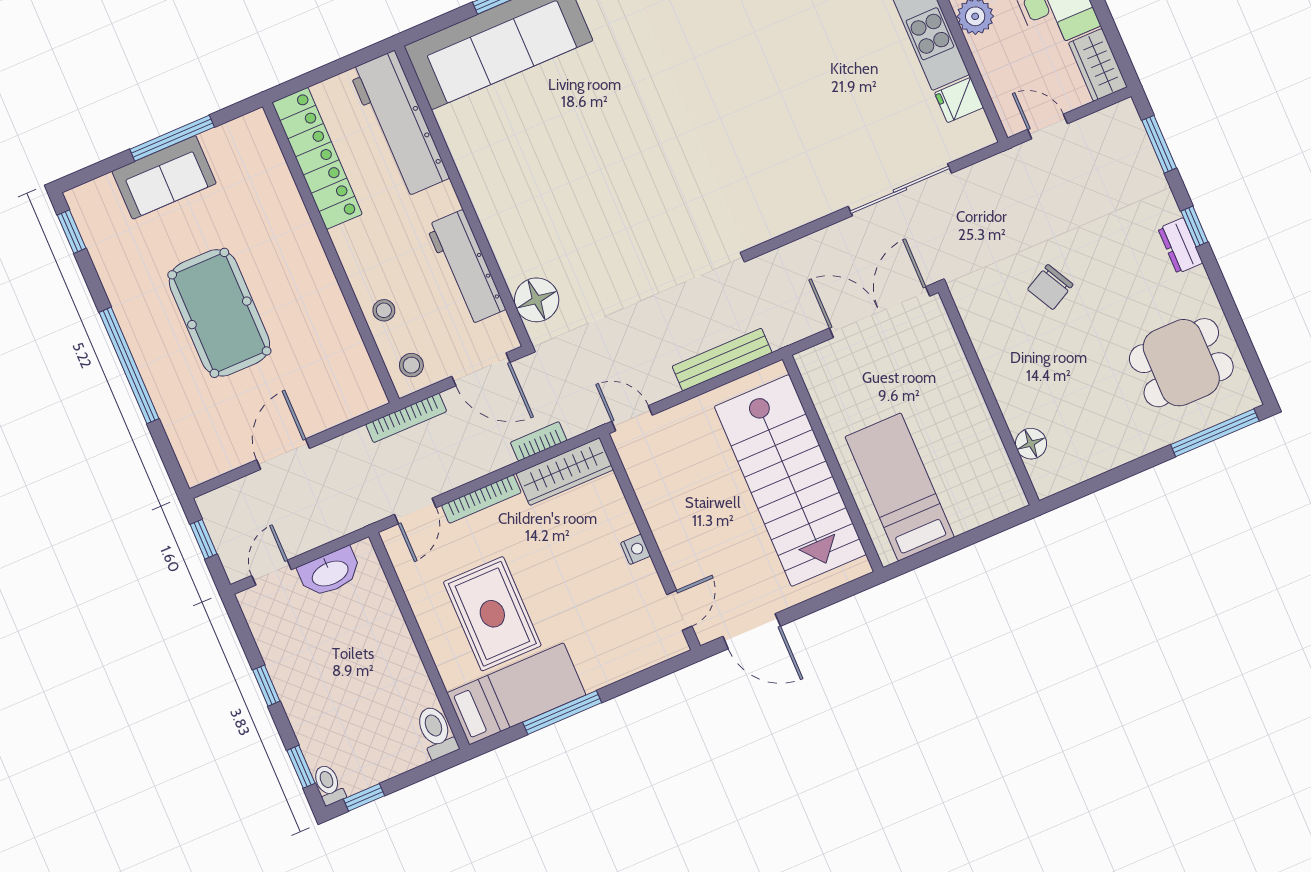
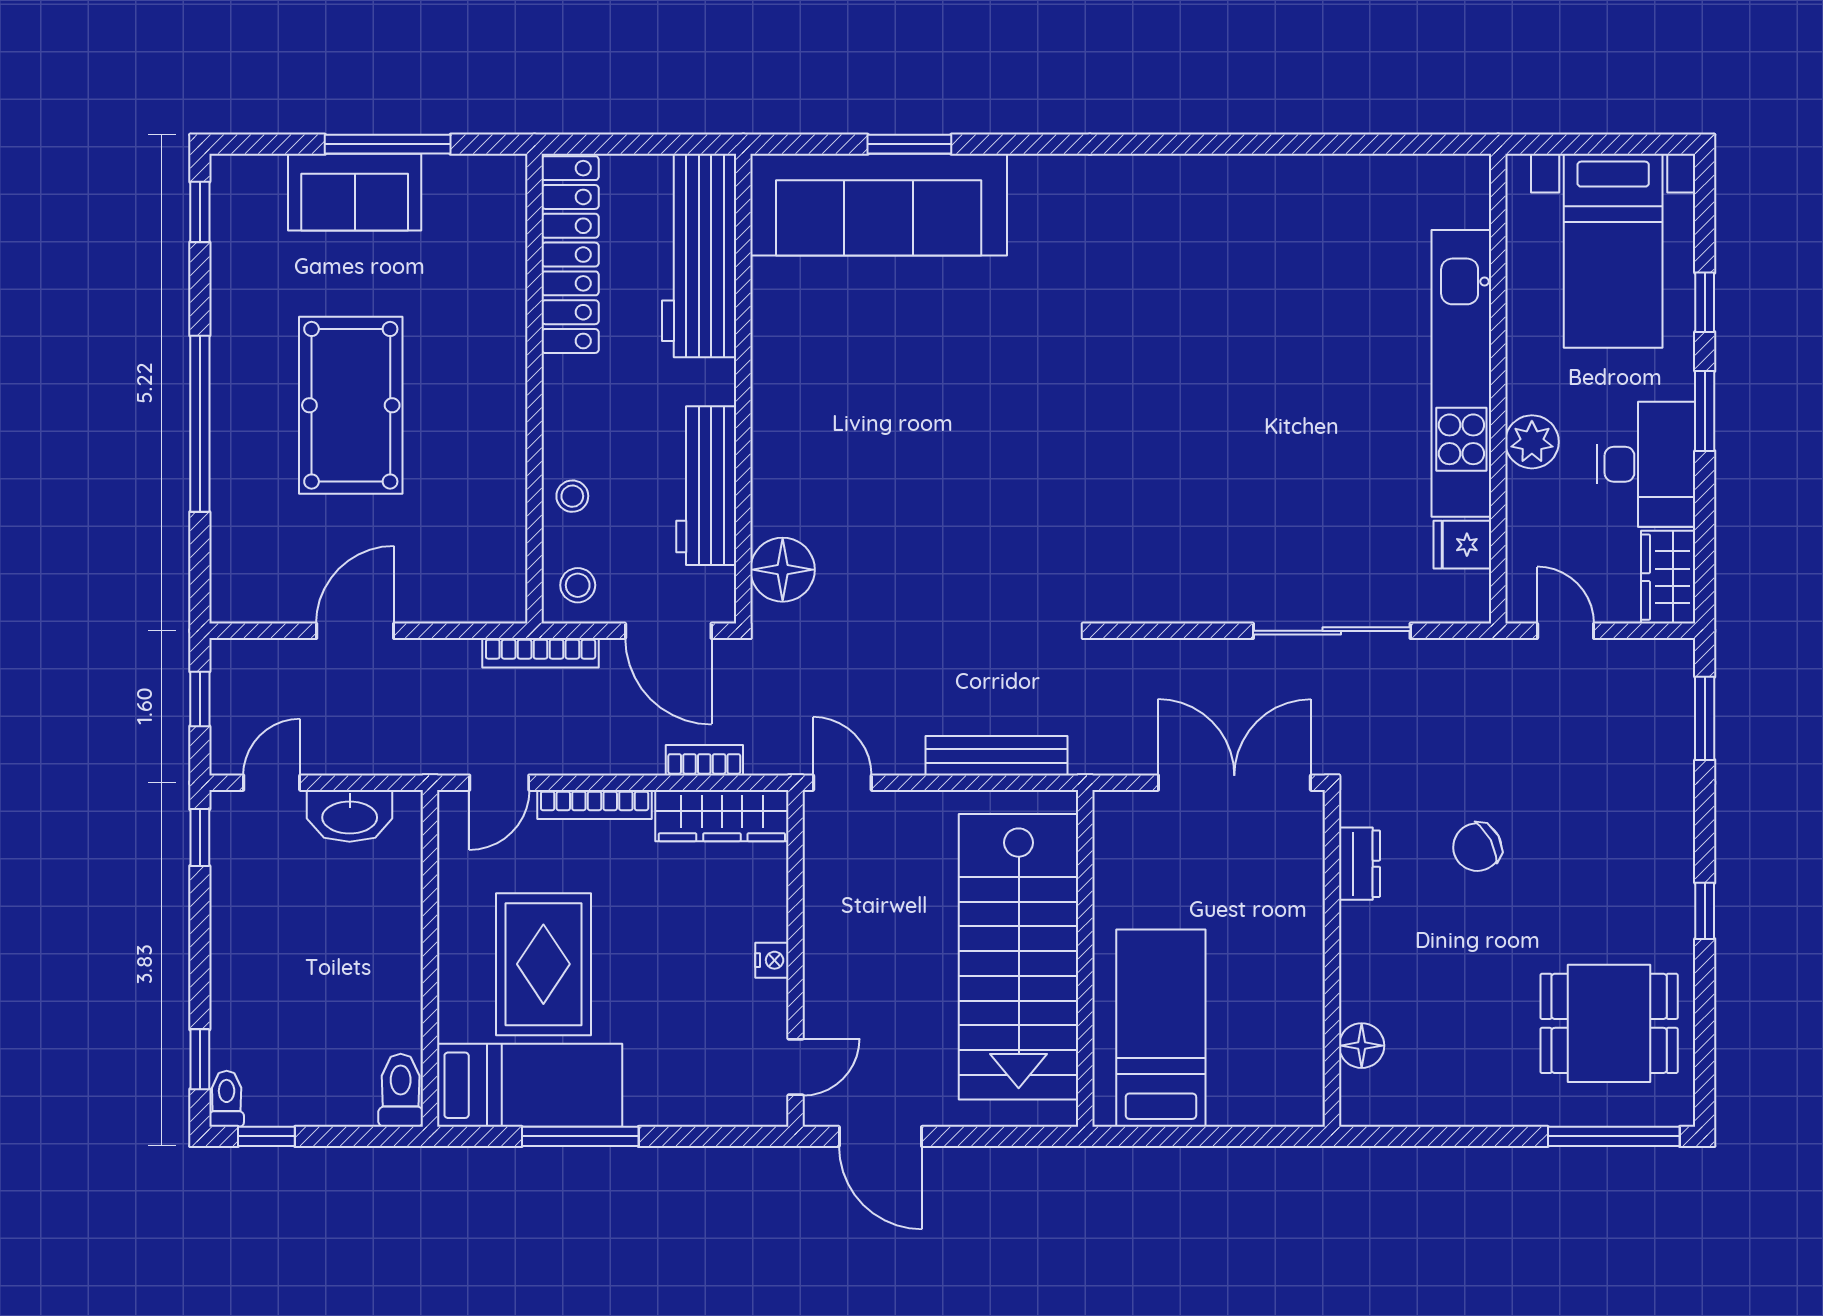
window: (1194, 227) -> (1705, 911), moved
dresser: (1180, 246) -> (1360, 864), moved, turned 180
window: (266, 686) -> (200, 838), moved

